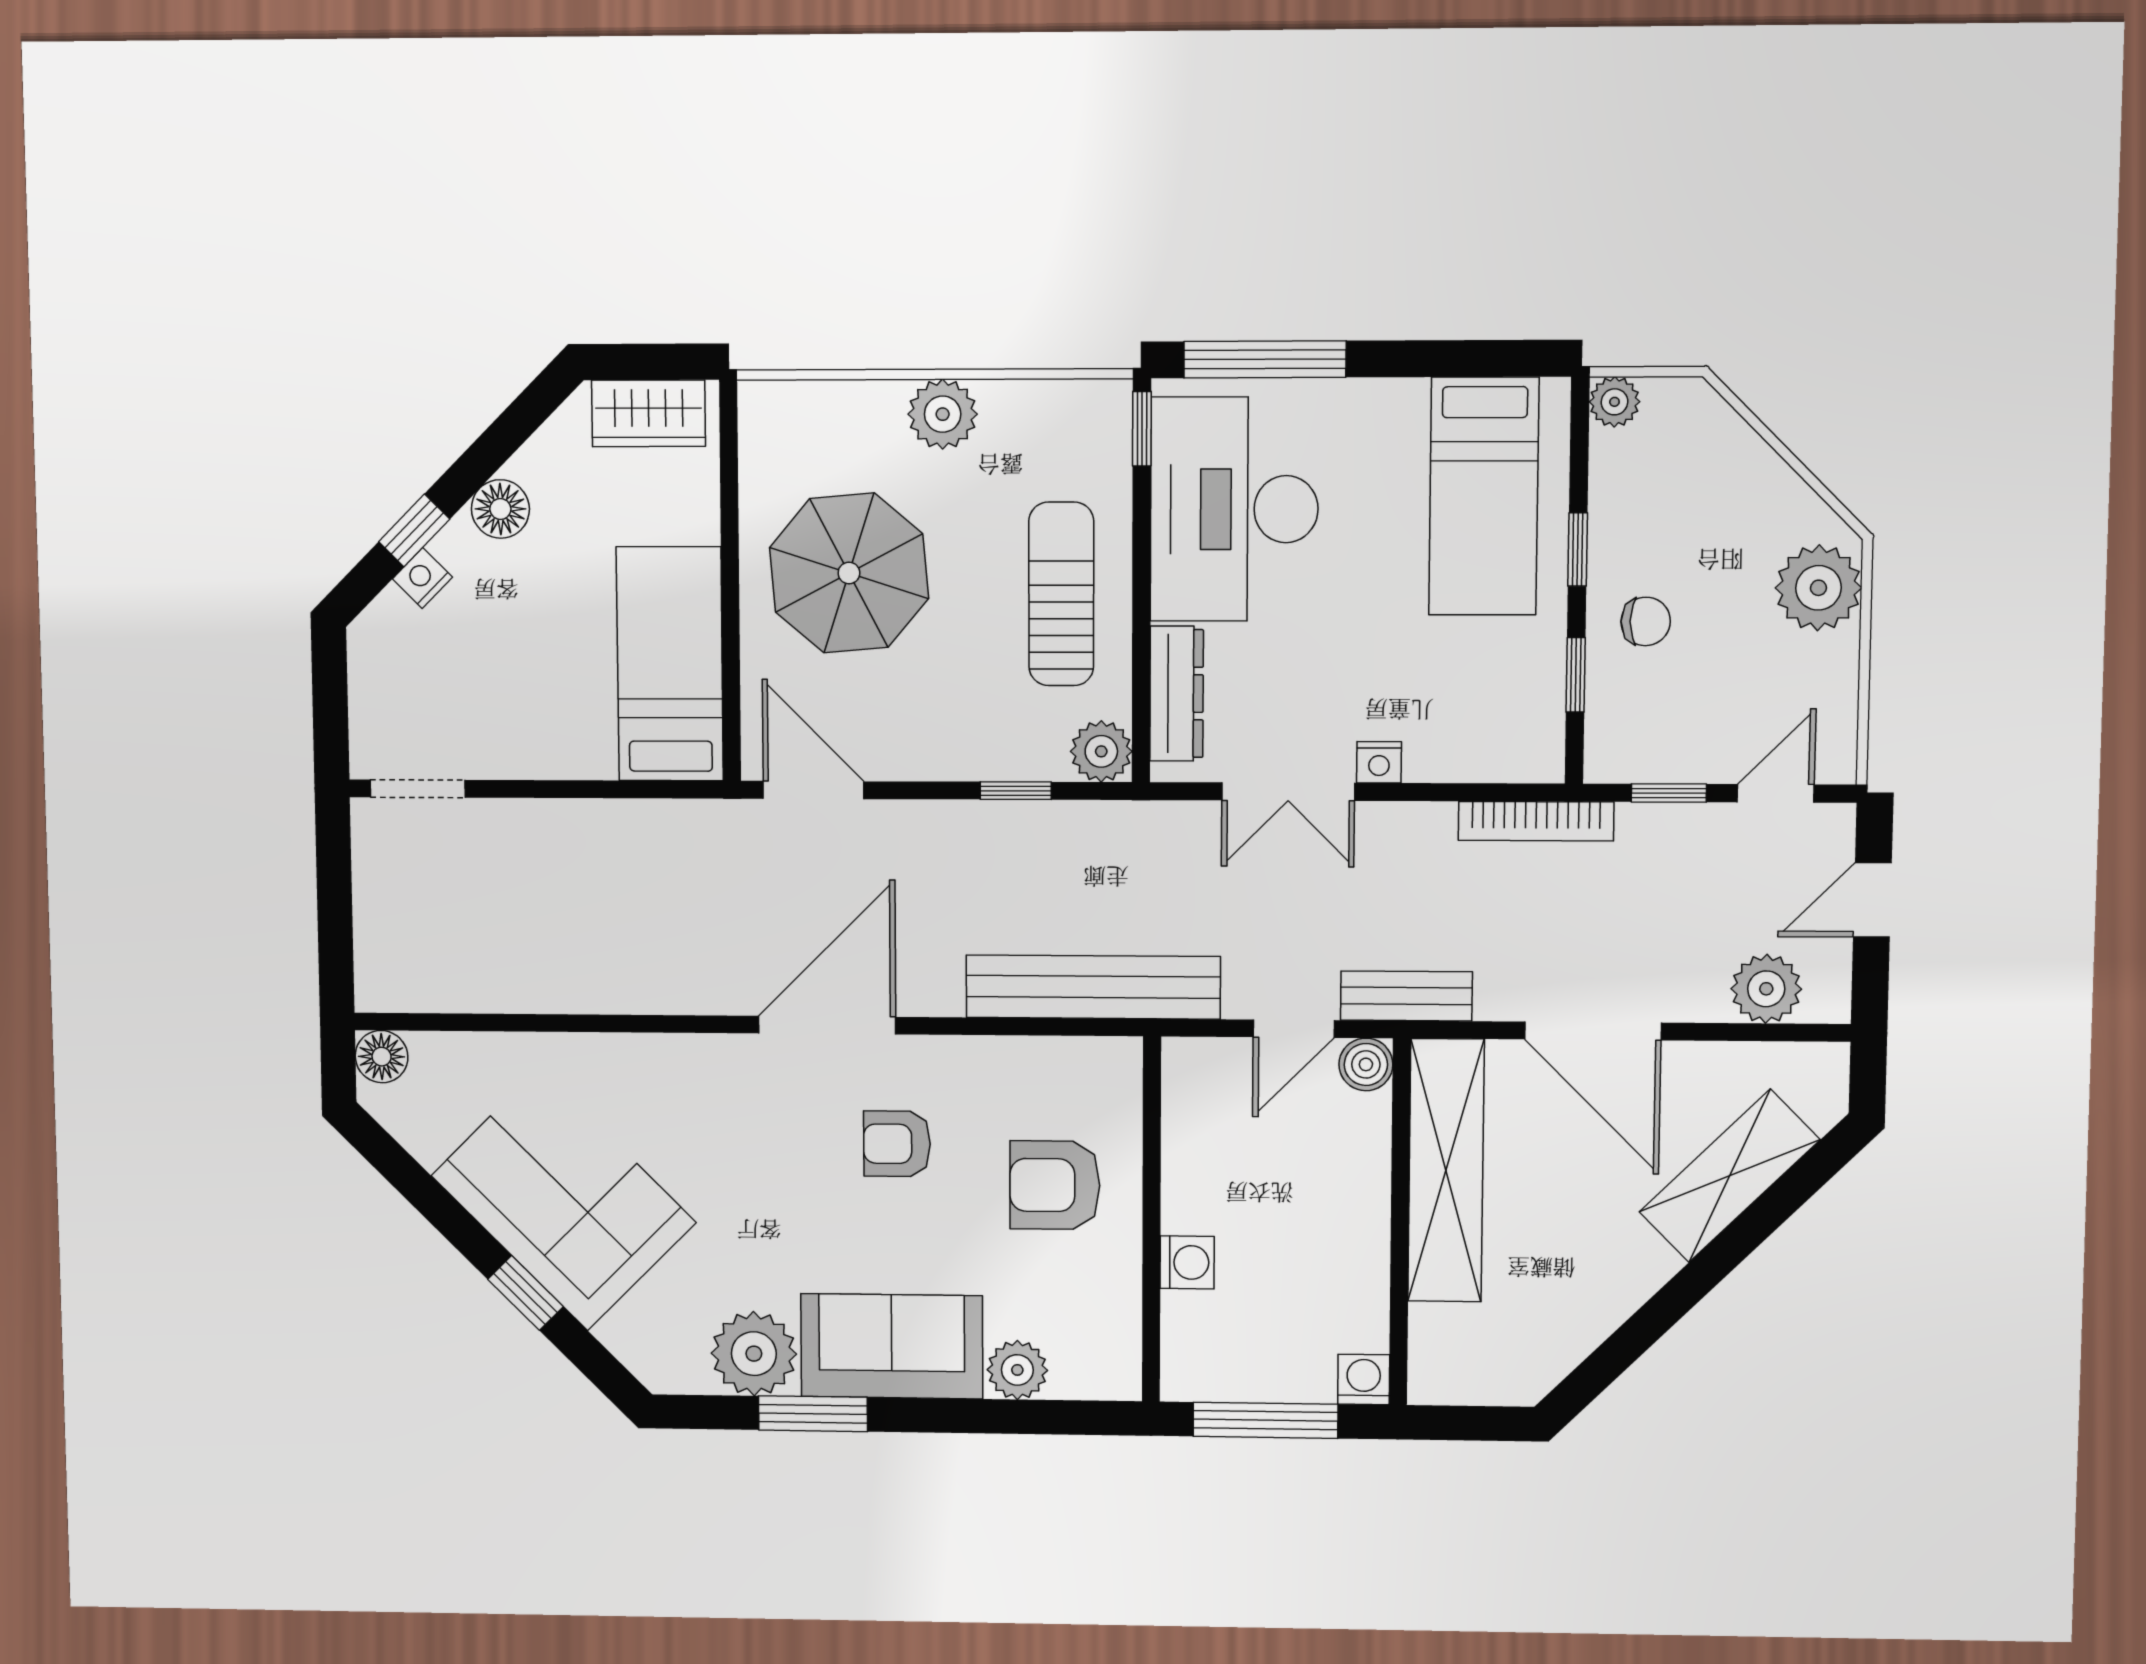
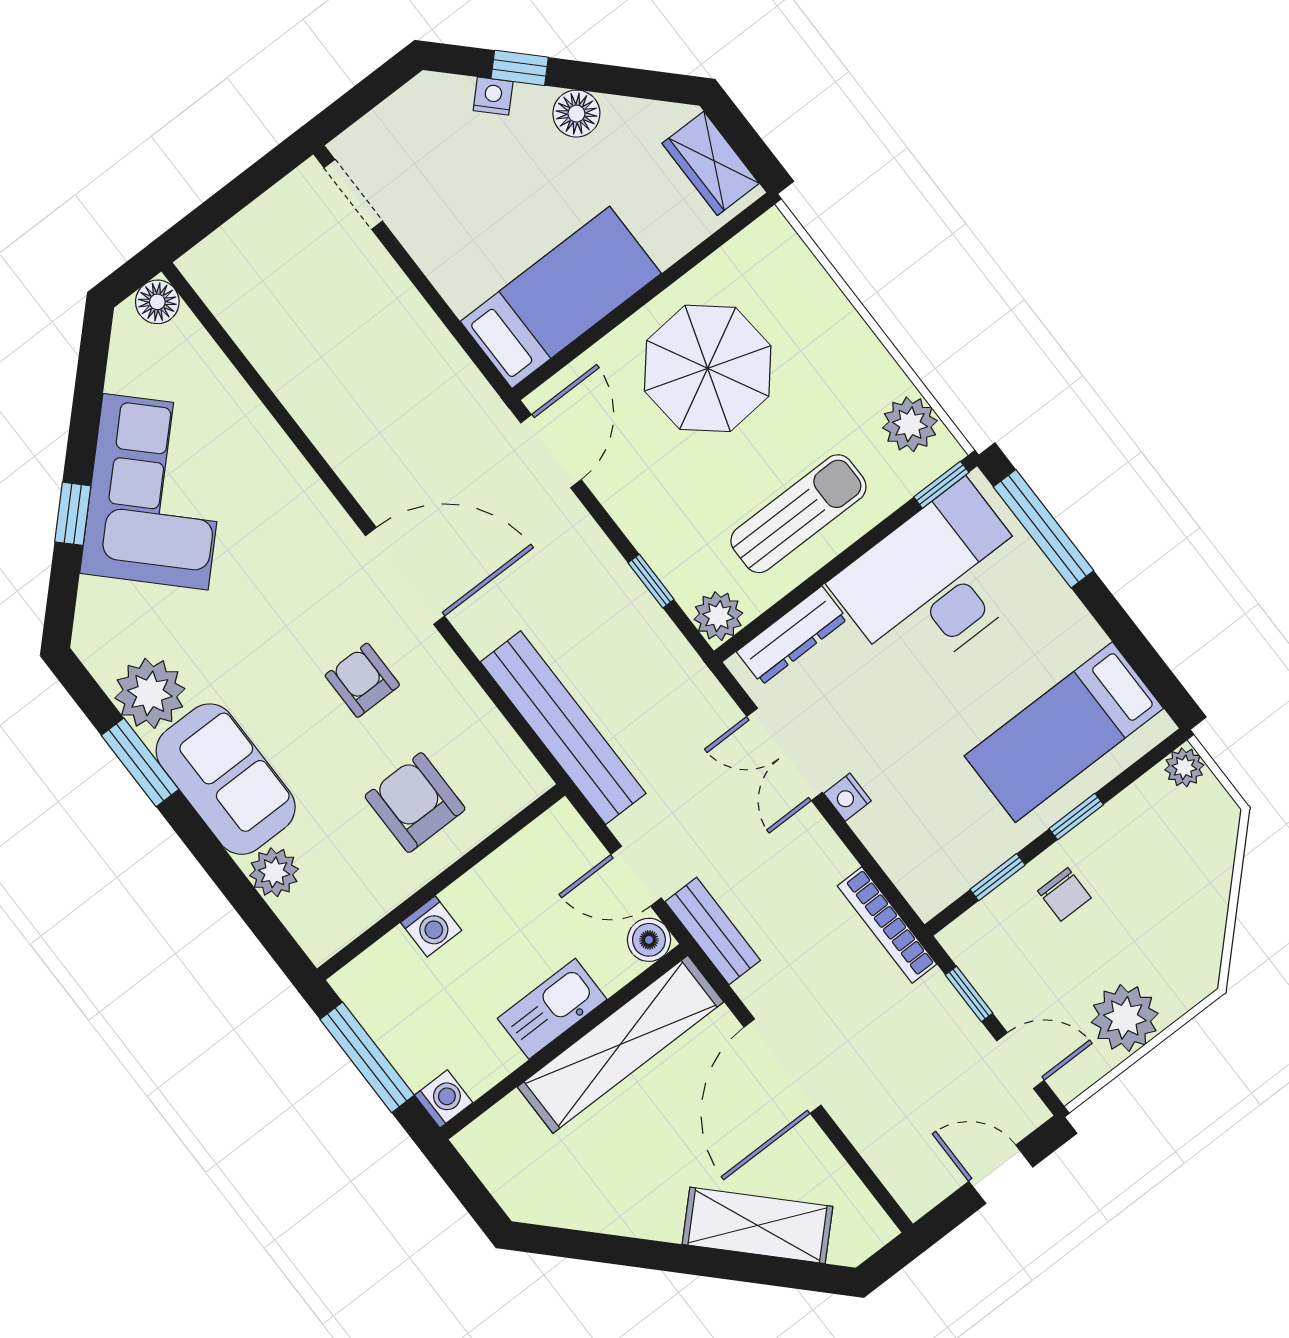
plant: (943, 414) -> (910, 424), moved
plant: (1818, 588) -> (1125, 1018), moved
plant: (1766, 989) -> (894, 1153), removed
kitchen sink: (1359, 1209) -> (552, 1009), added

